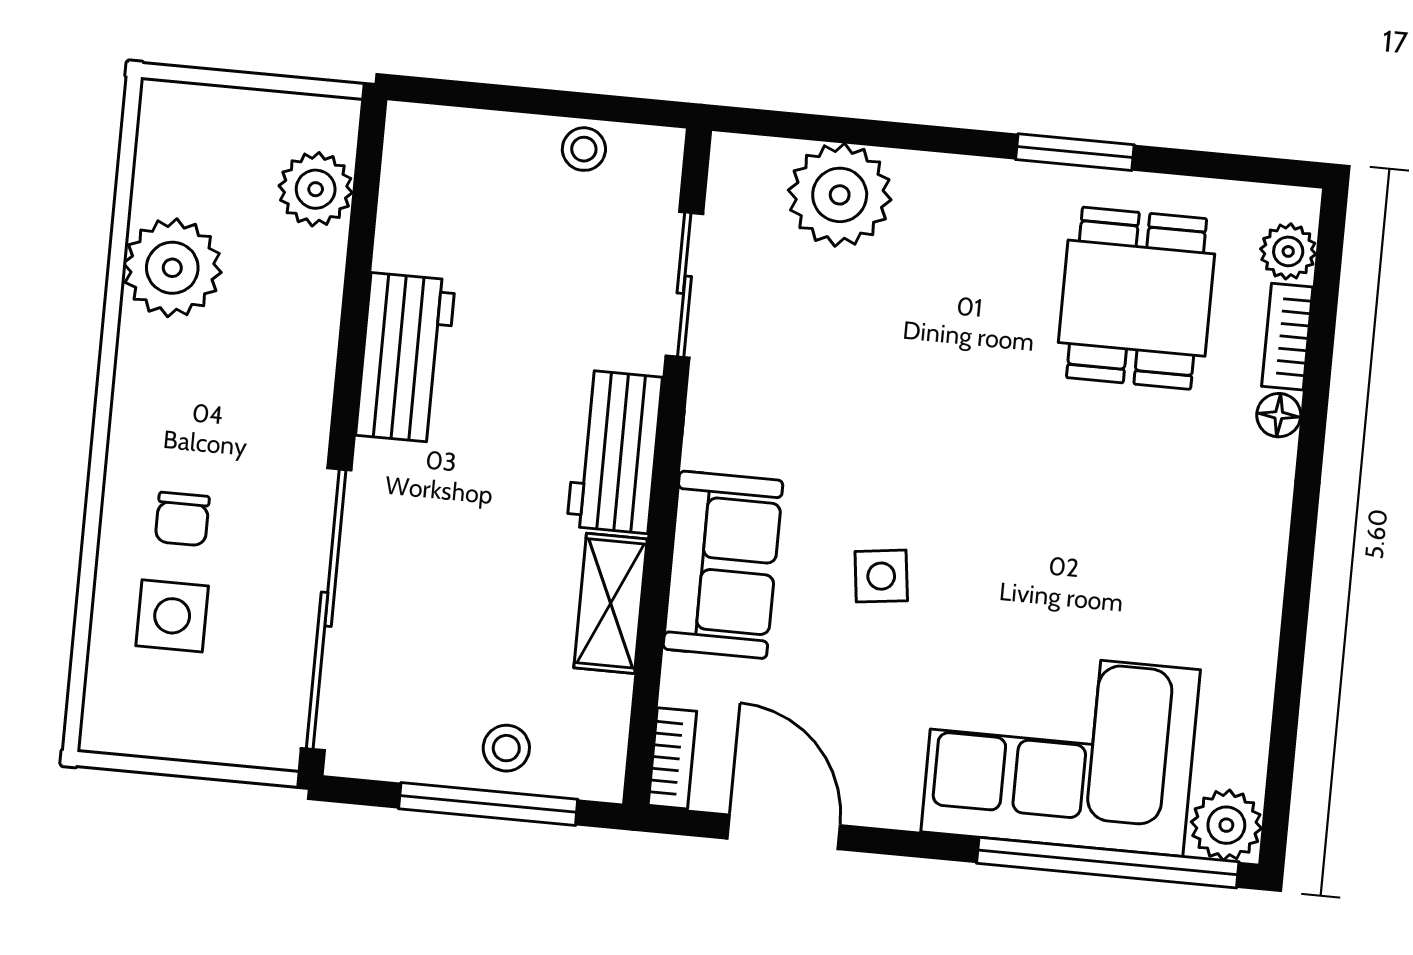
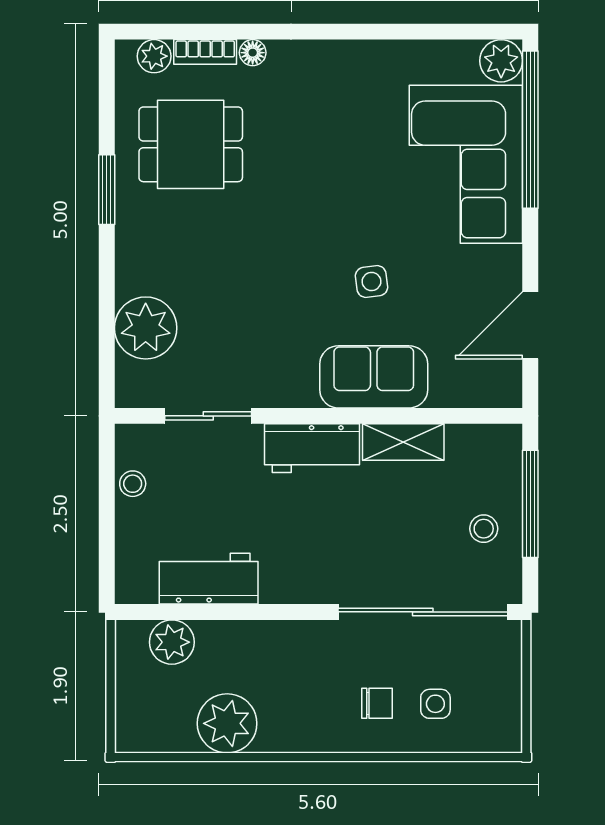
workbench: (406, 358) -> (209, 579), moved
side table: (172, 616) -> (435, 704), width x0.73, depth x0.73
stool: (506, 748) -> (484, 529), moved
bookcase: (672, 758) -> (492, 396), removed

